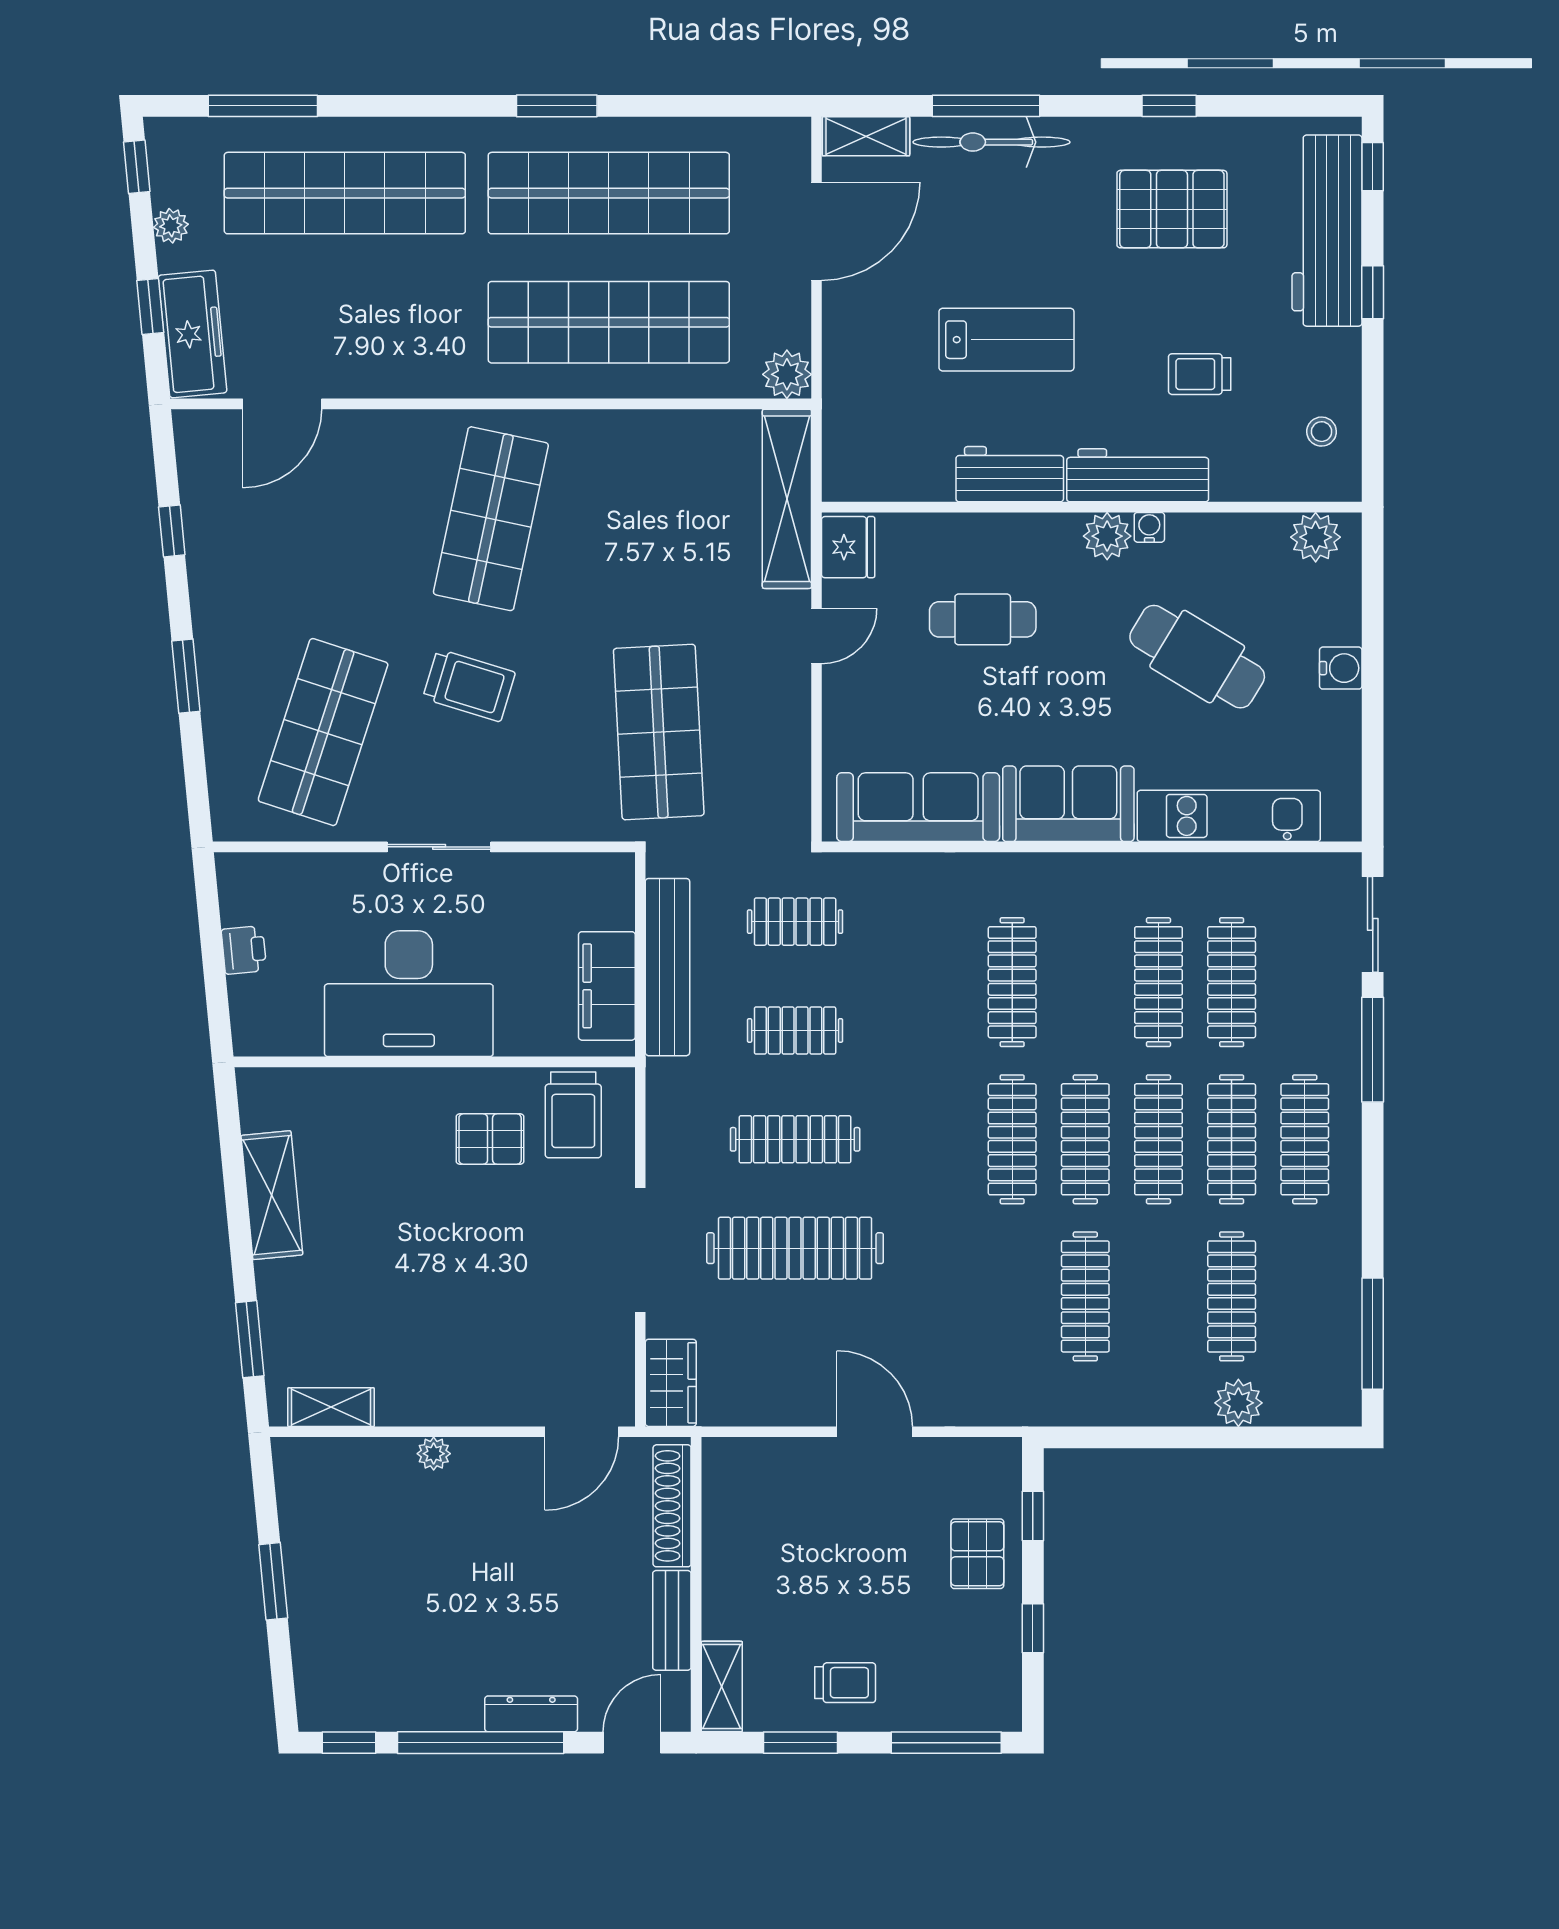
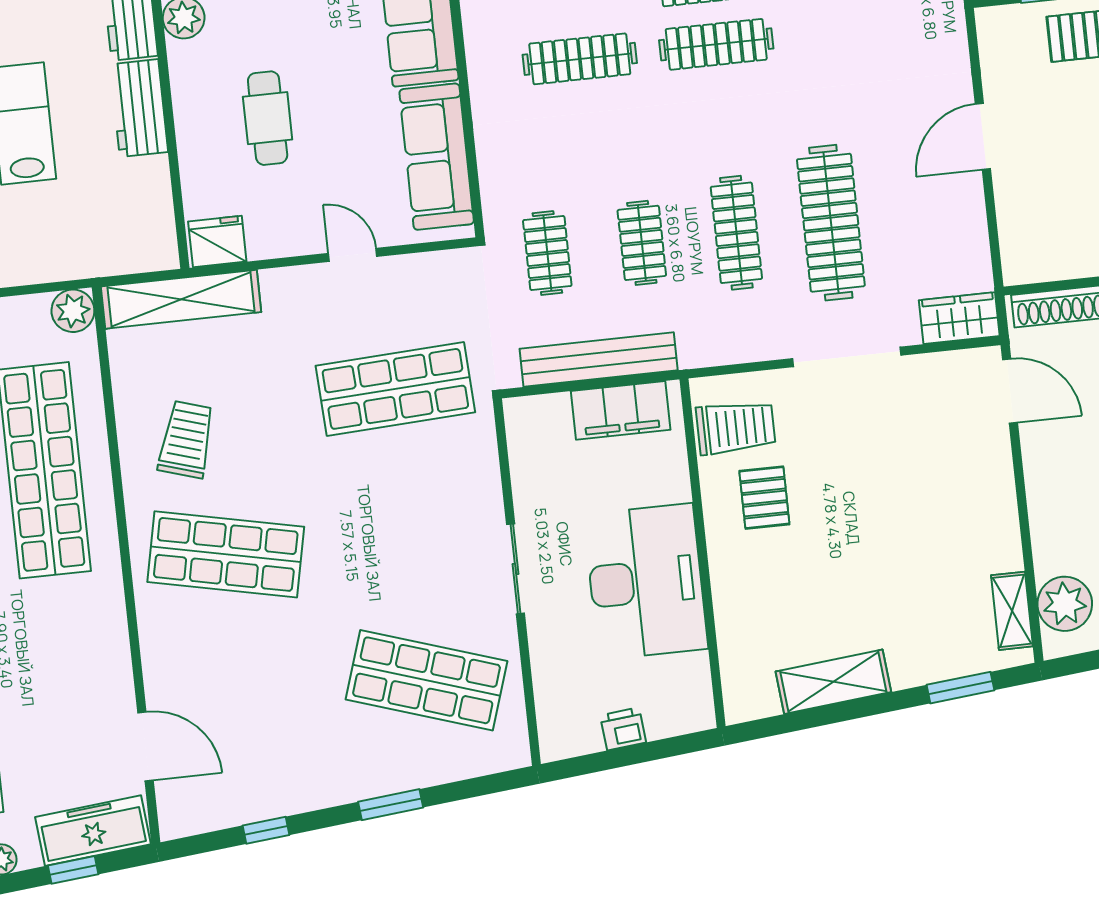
door: (817, 636) -> (353, 255), moved
trolley: (469, 685) -> (186, 439), moved
plant: (434, 1454) -> (1065, 604), moved, width x1.88, depth x1.88

